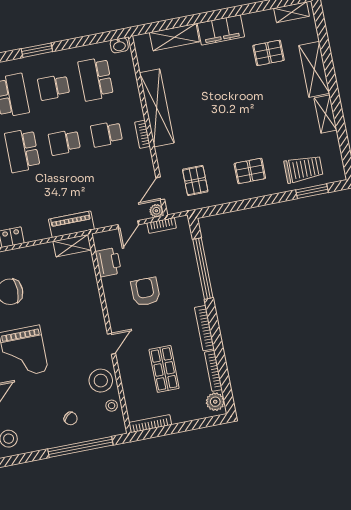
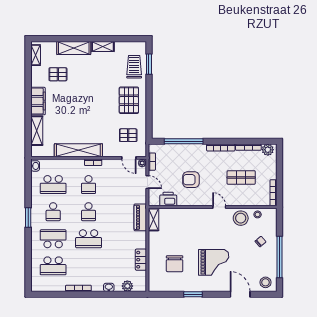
pallet: (269, 53) -> (58, 74), turned 90
pallet: (250, 171) -> (129, 100), width x1.50, depth x1.42
window: (80, 447) -> (279, 257), moved

